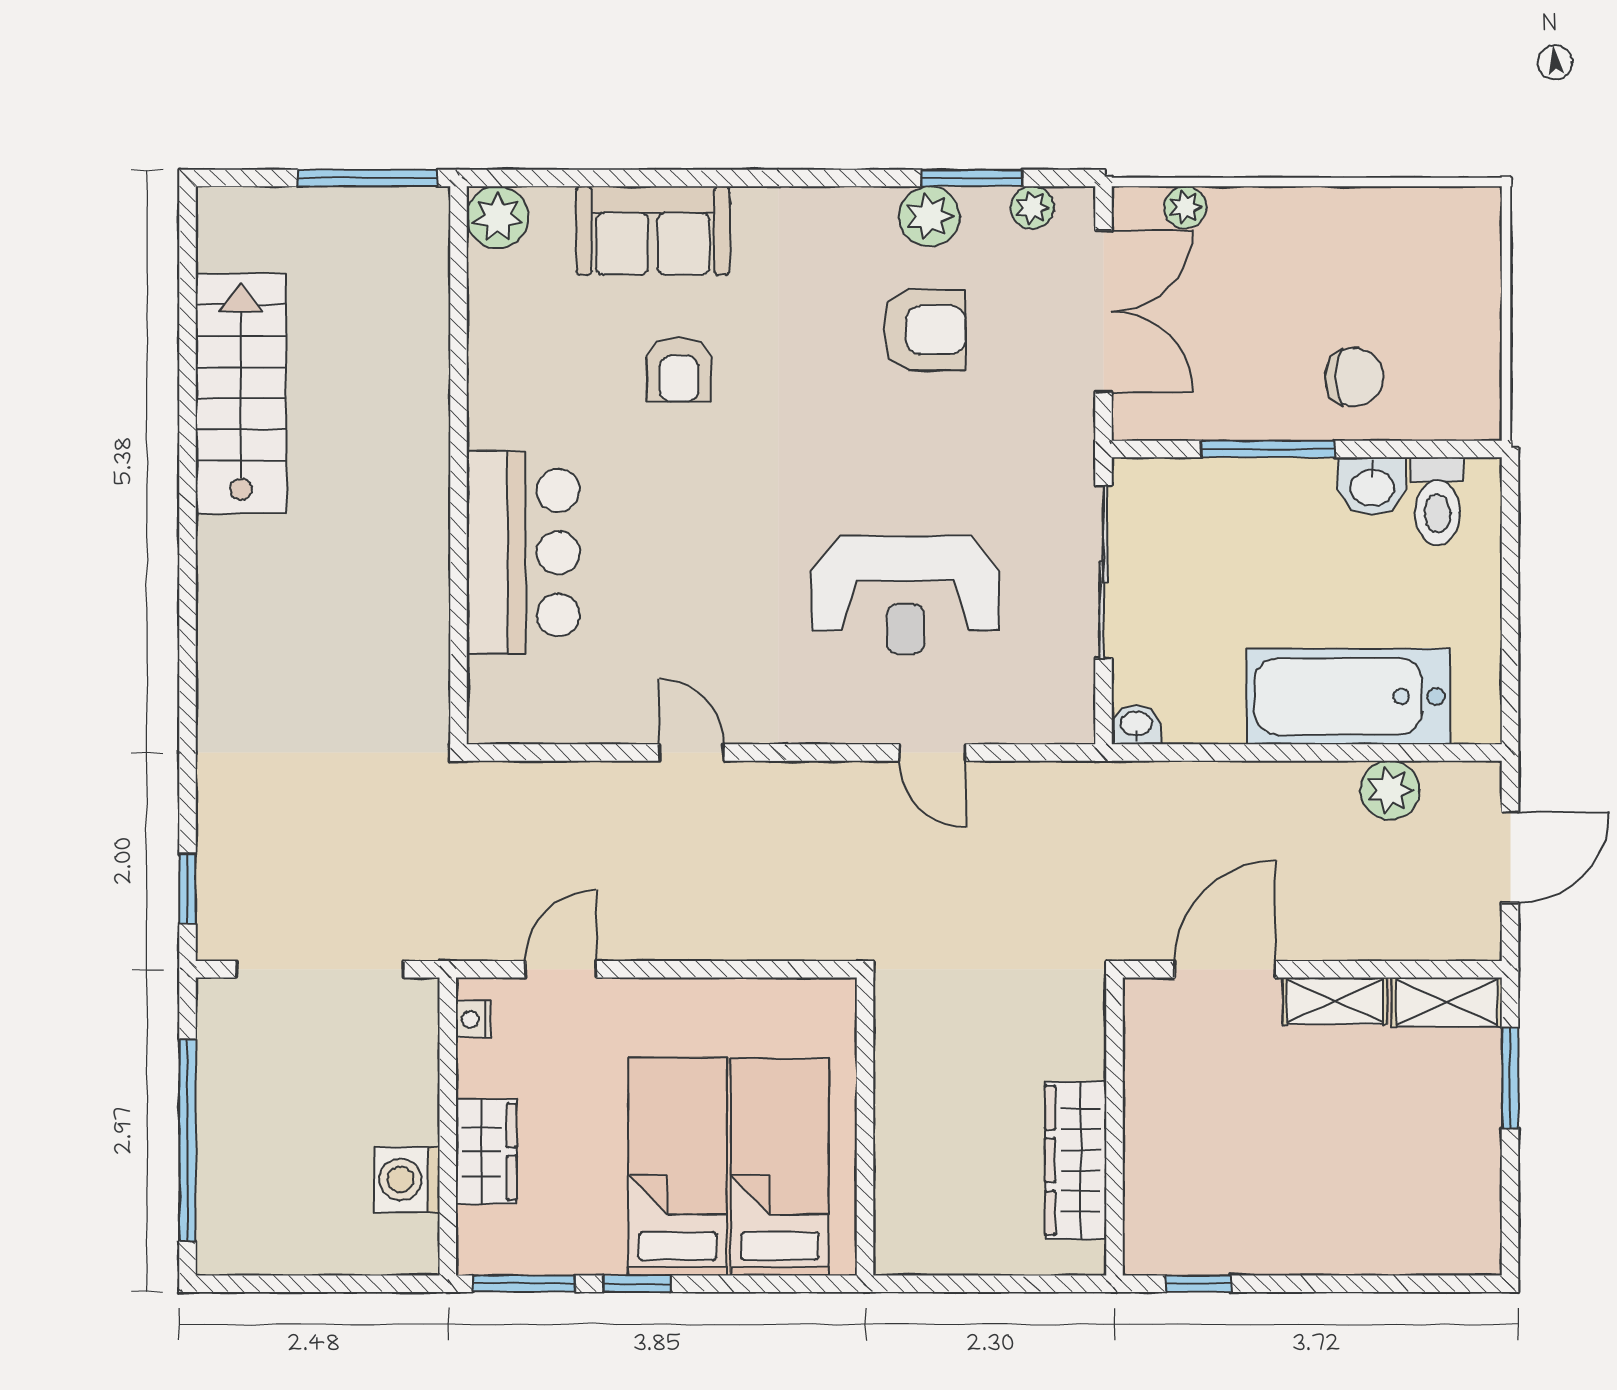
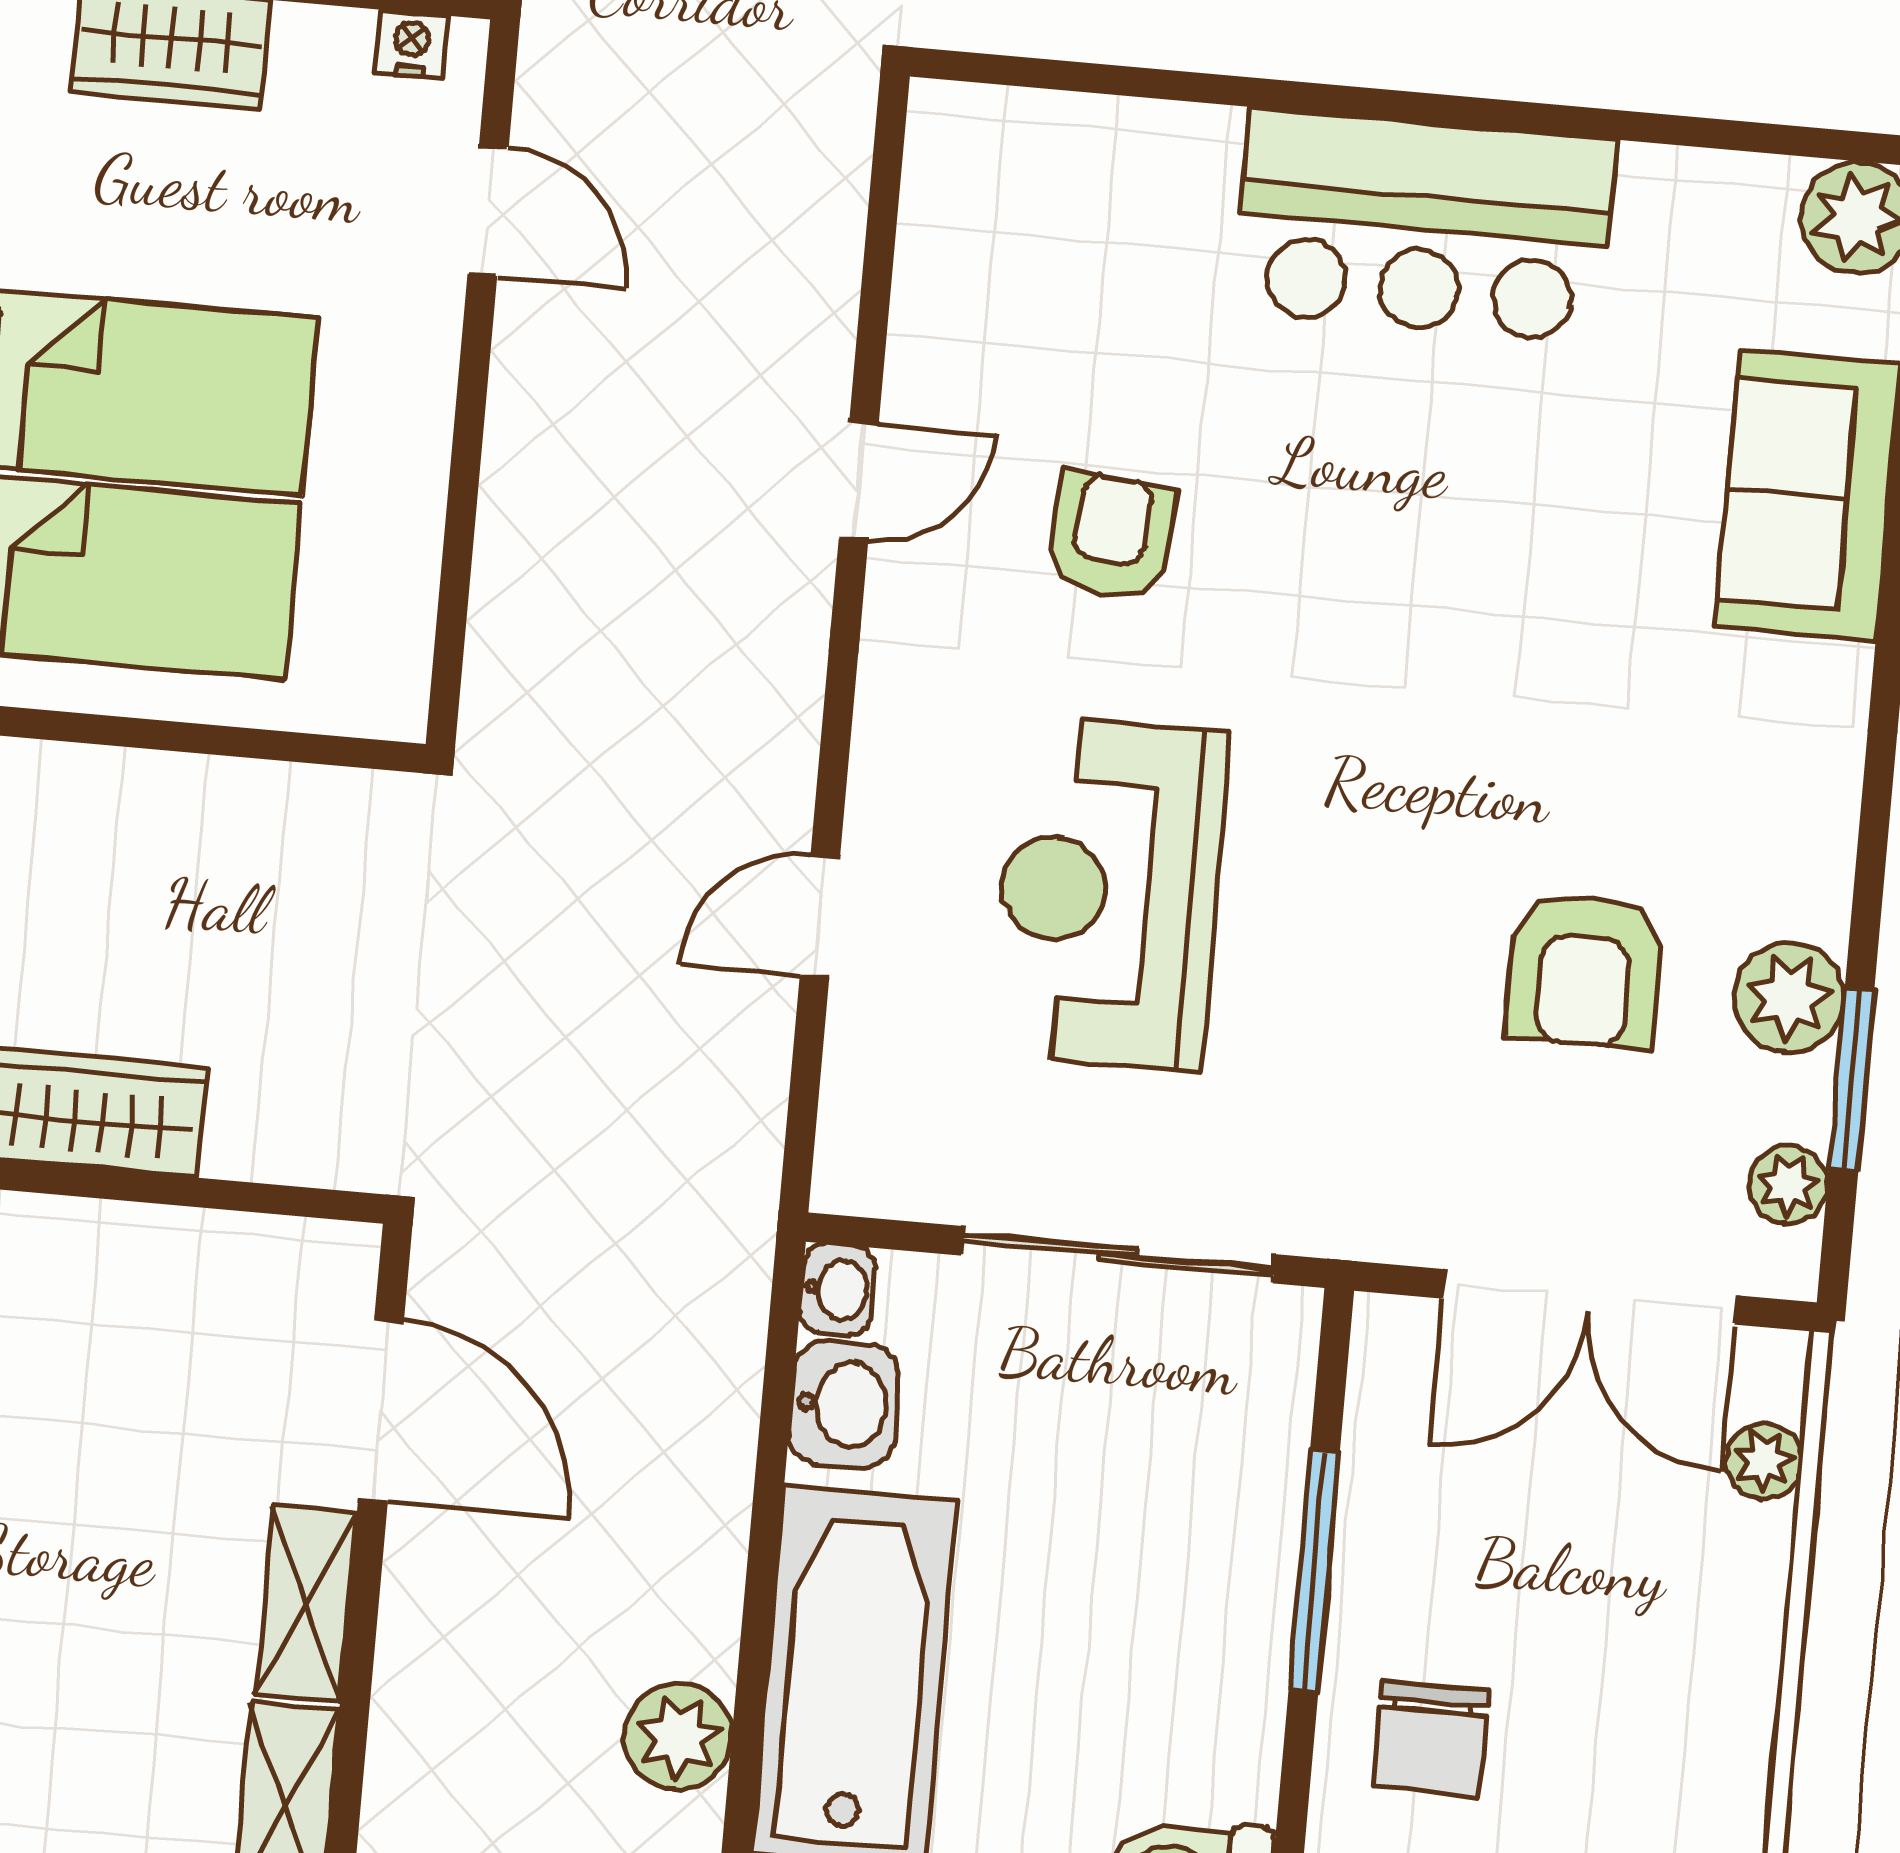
armchair: (679, 370) -> (1111, 536), moved, turned 95
washbasin: (1372, 486) -> (844, 1405), moved, turned 180
bar counter: (523, 553) -> (1425, 225), moved

